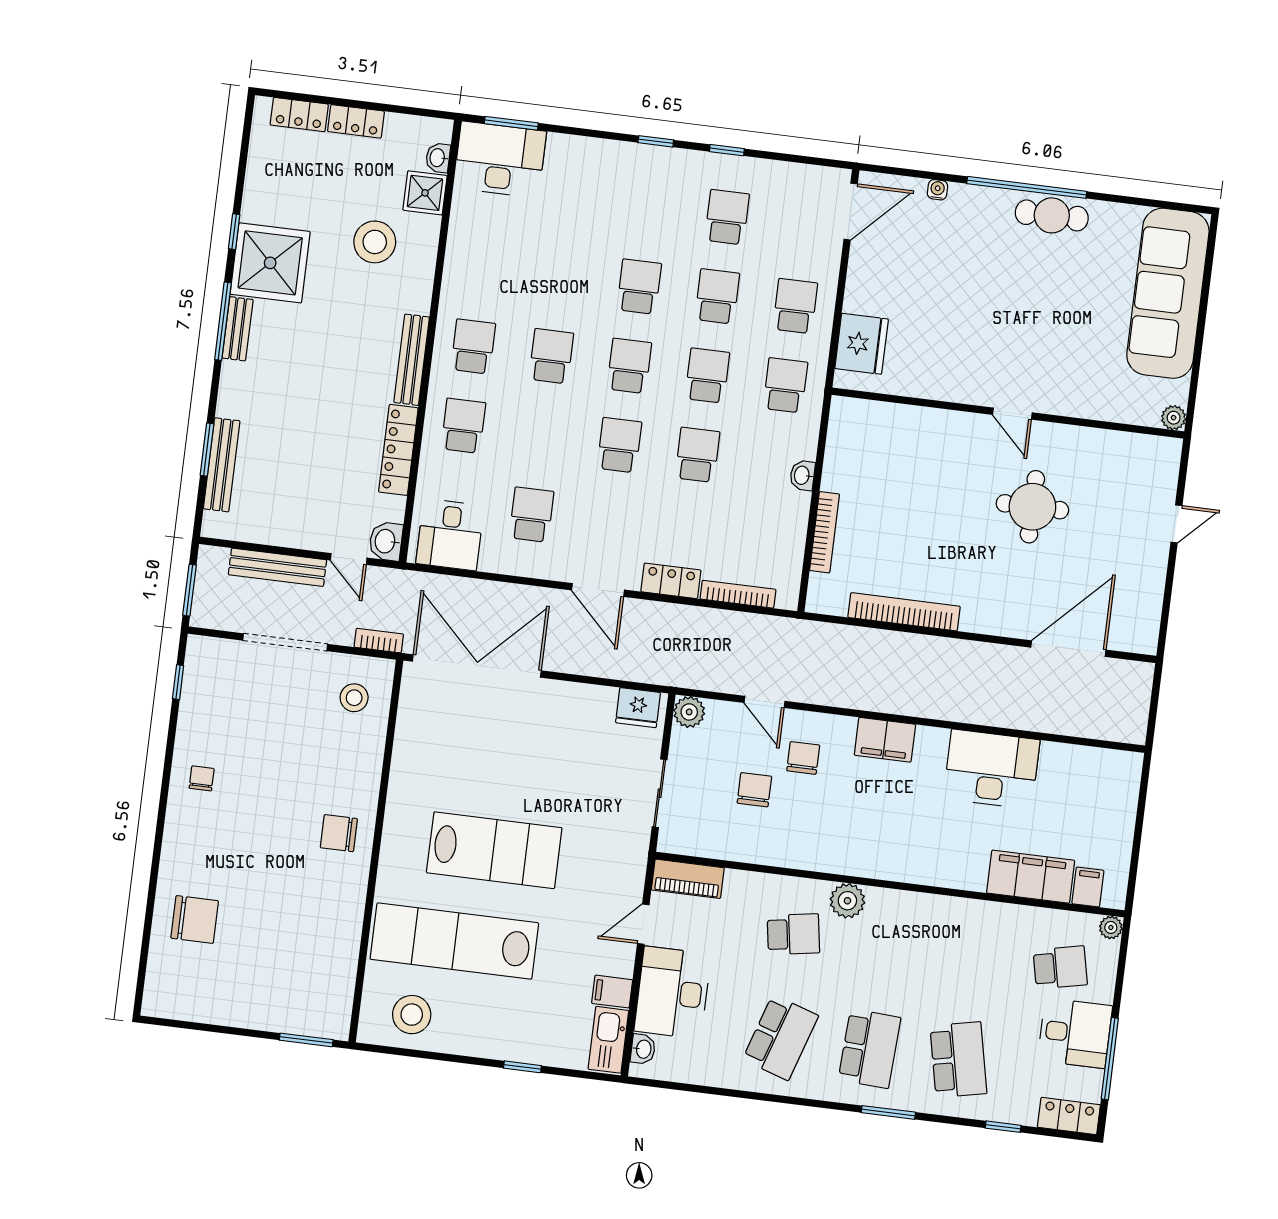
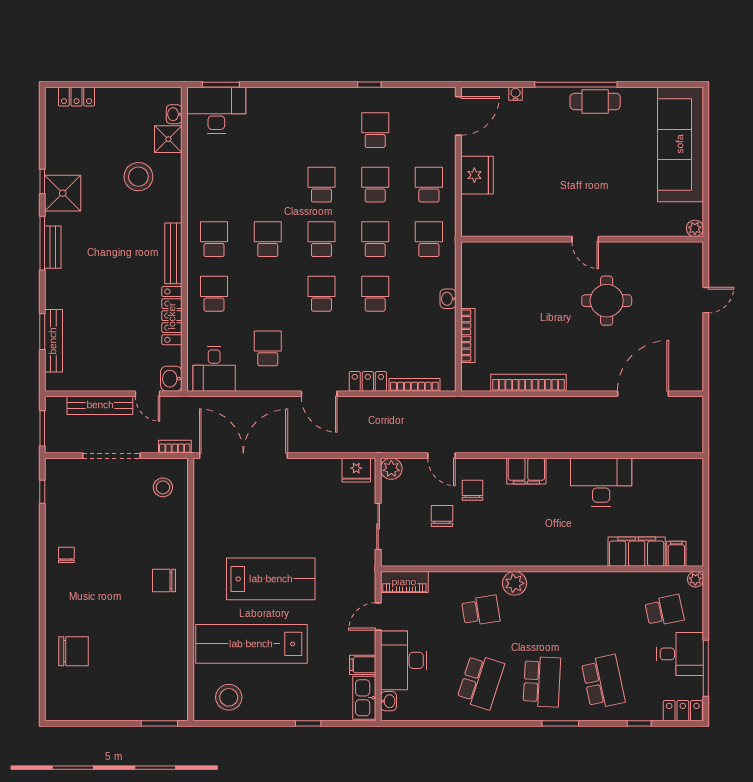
locker: (356, 121) -> (116, 96), removed
window: (656, 141) -> (320, 85), removed
shower: (270, 263) -> (63, 193), width x0.73, depth x0.73
fridge: (862, 344) -> (477, 175), moved

